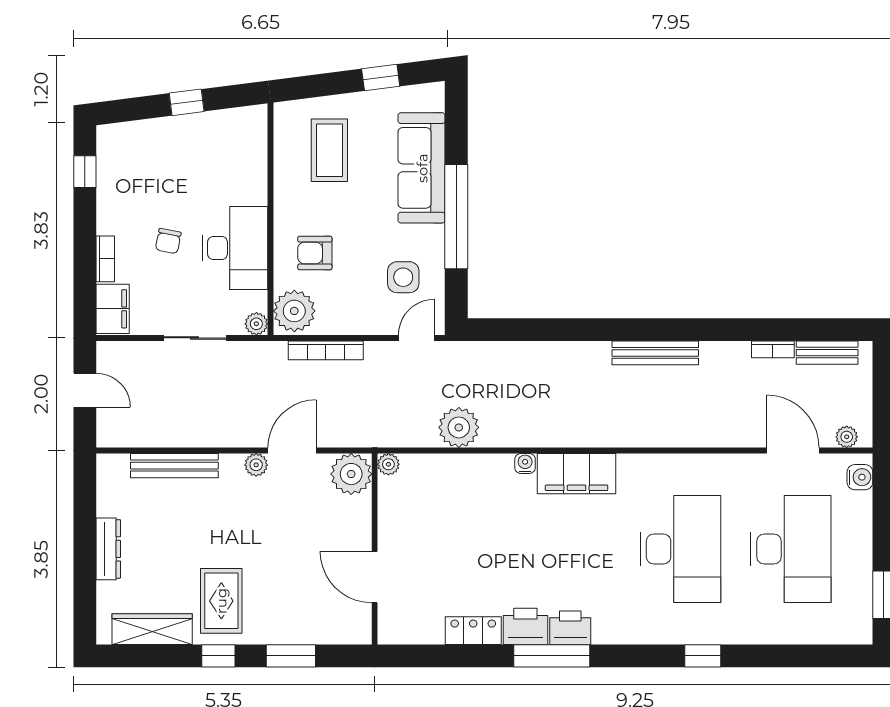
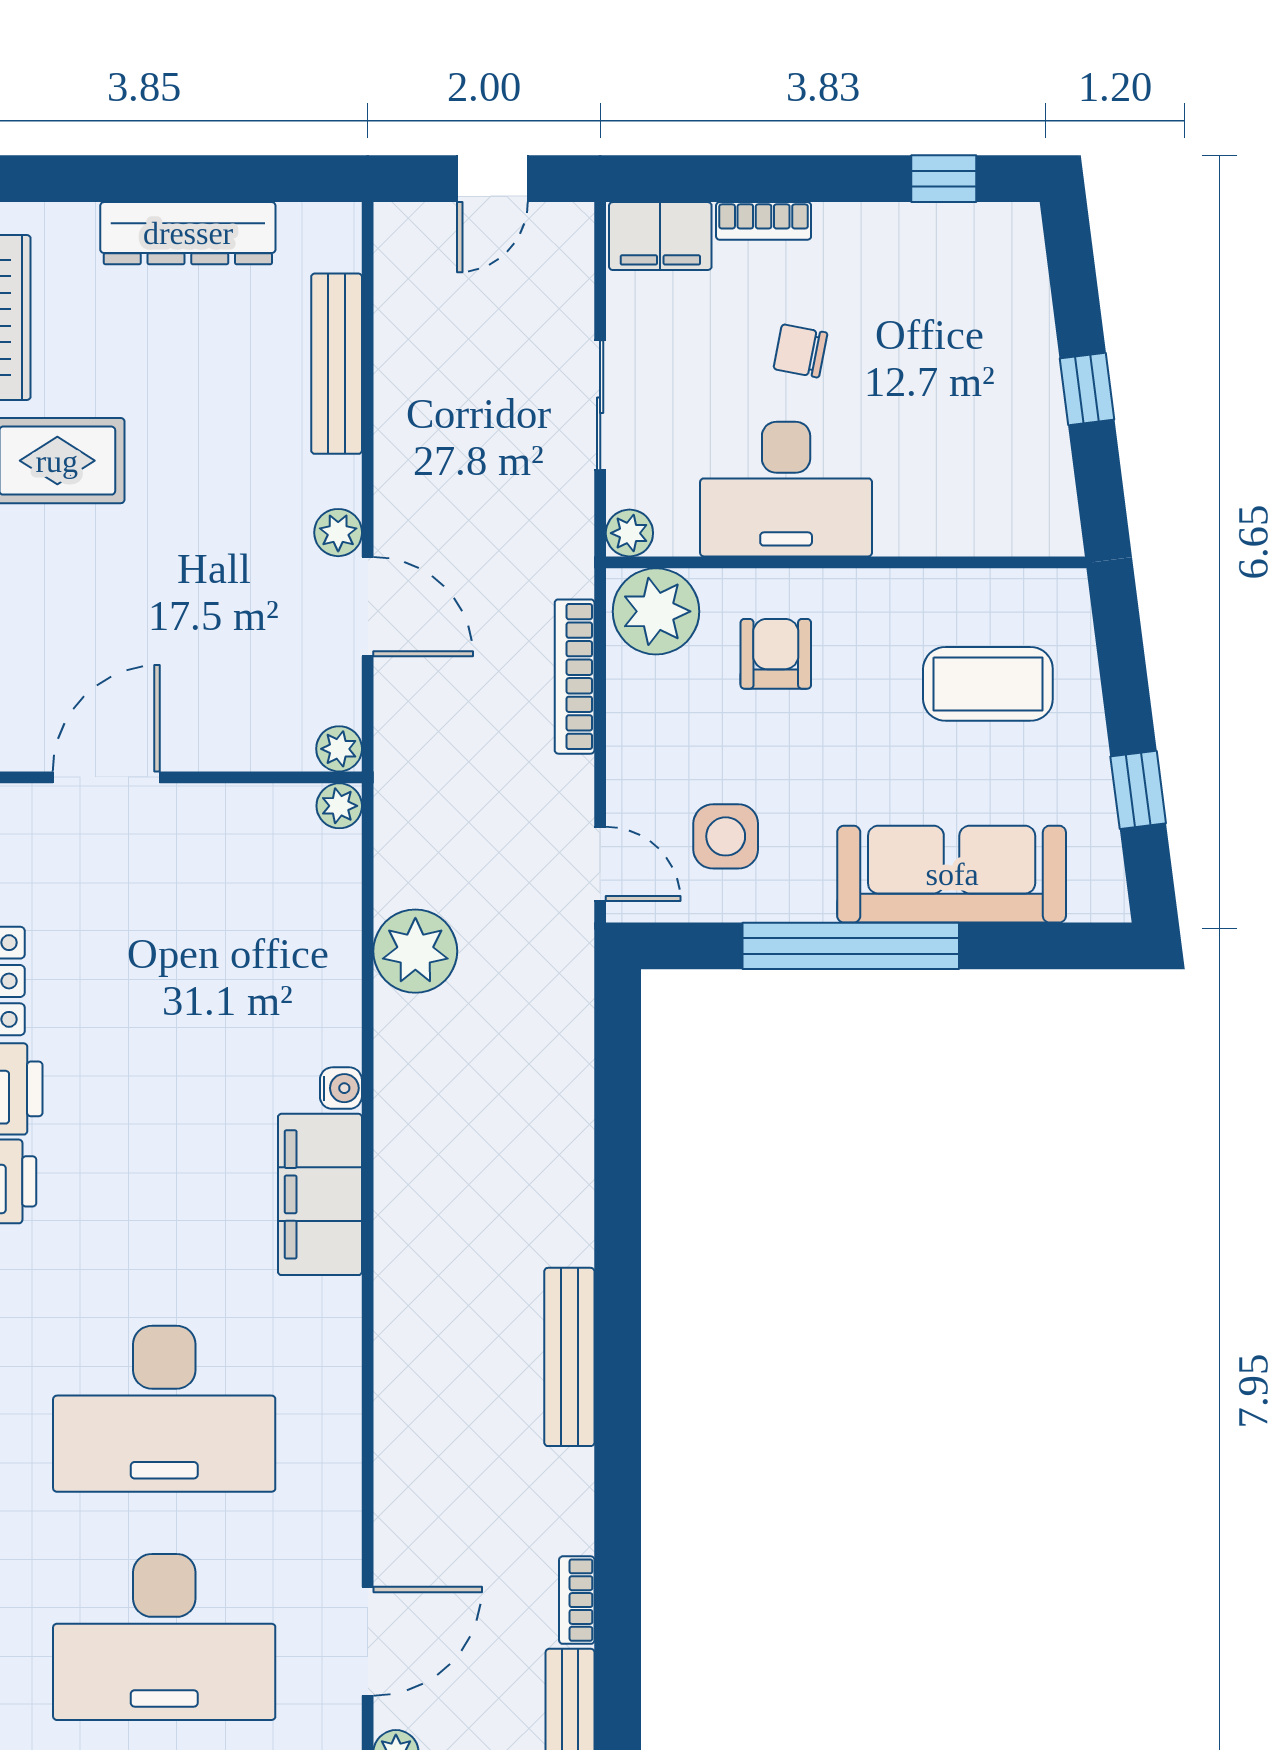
plant: (351, 474) -> (339, 749), width x0.53, depth x0.53
dresser: (108, 549) -> (188, 233), width x1.37, depth x1.24

